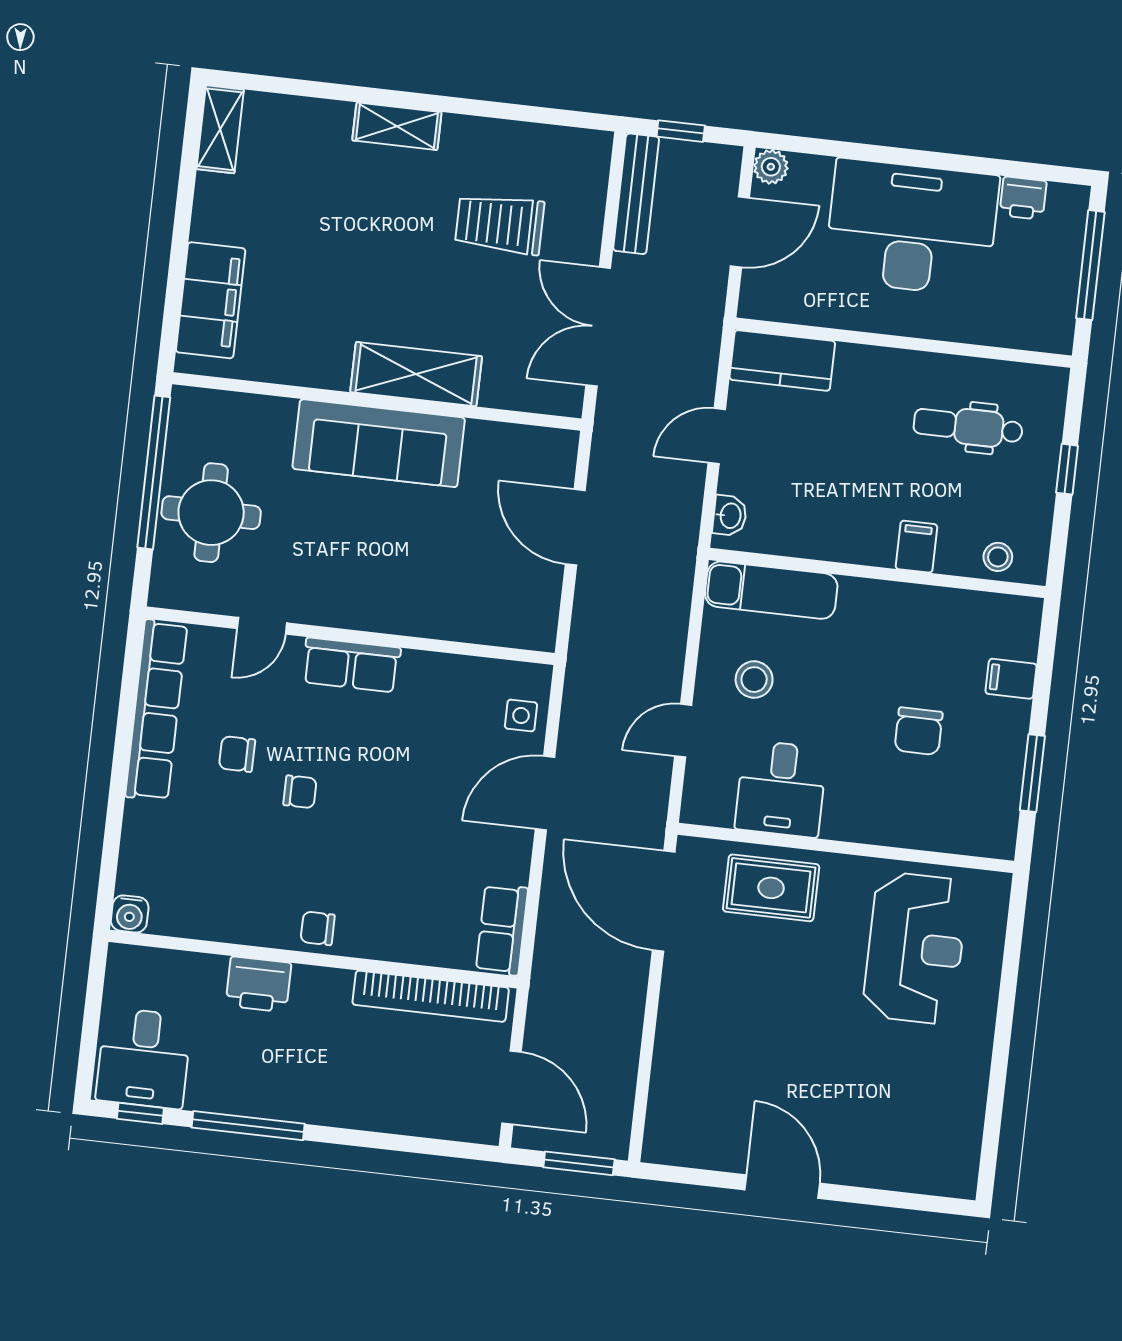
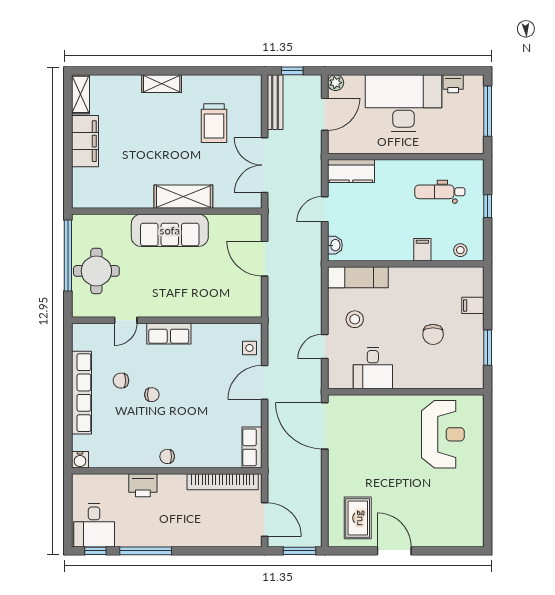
trolley: (500, 224) -> (214, 123), turned -90
filing cabinet: (211, 300) -> (85, 141), moved
row of seats: (156, 710) -> (82, 393), moved
rug: (771, 888) -> (358, 518), moved, turned 90

